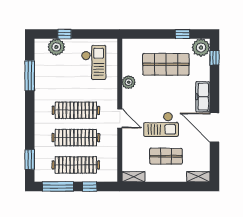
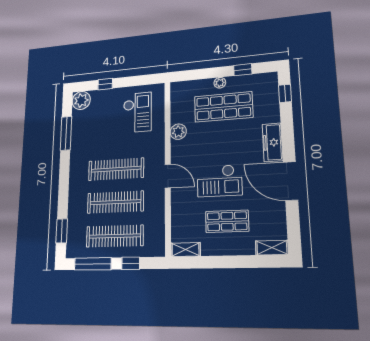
plant: (56, 47) -> (81, 100), moved
plant: (201, 48) -> (220, 83), moved, width x0.53, depth x0.53

